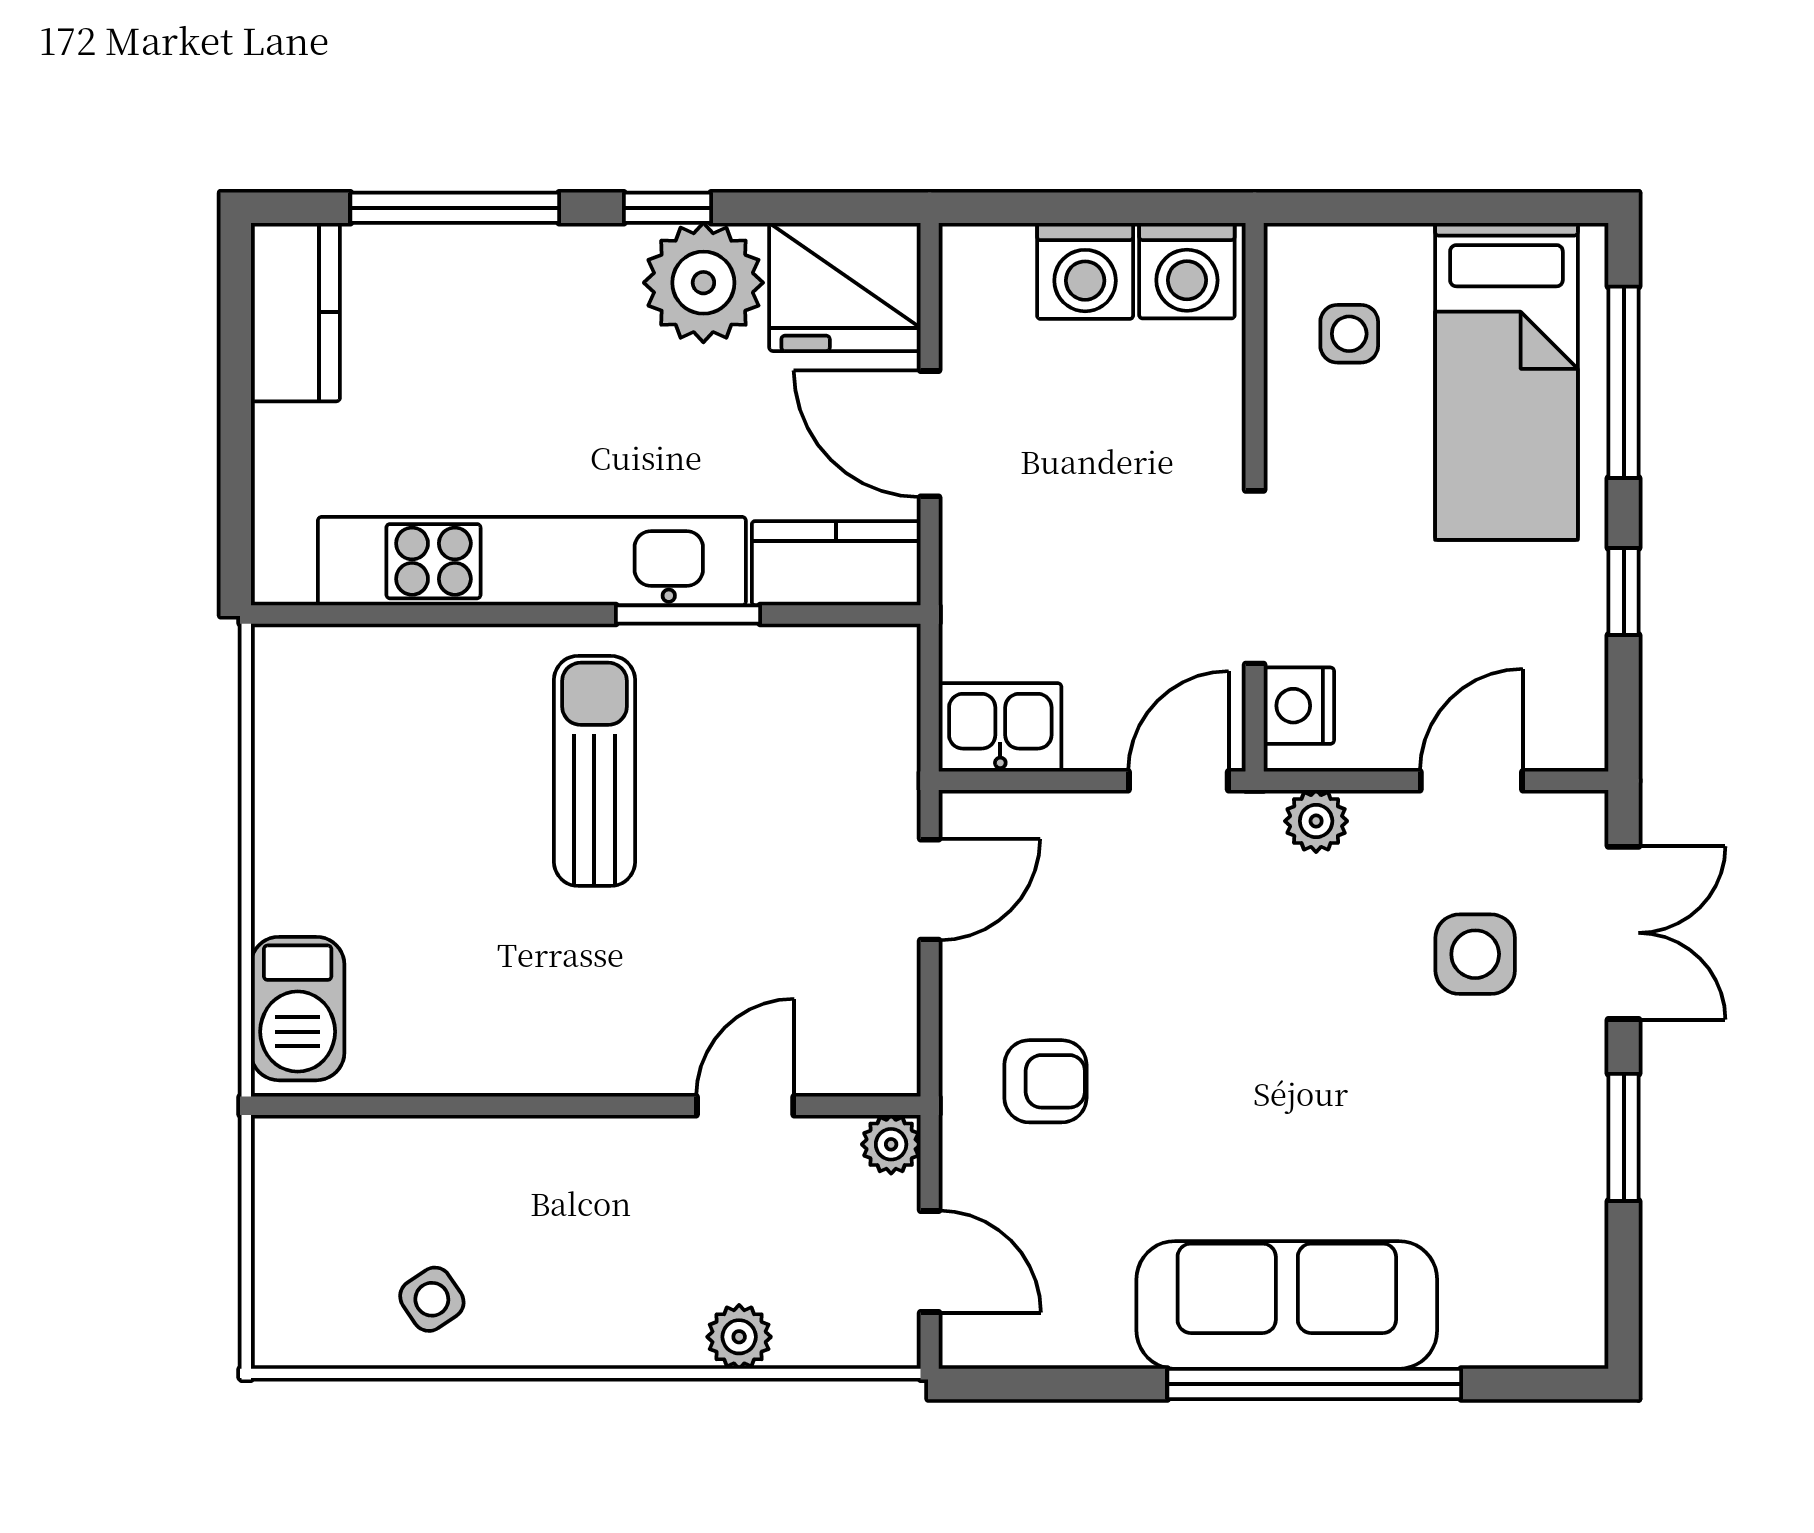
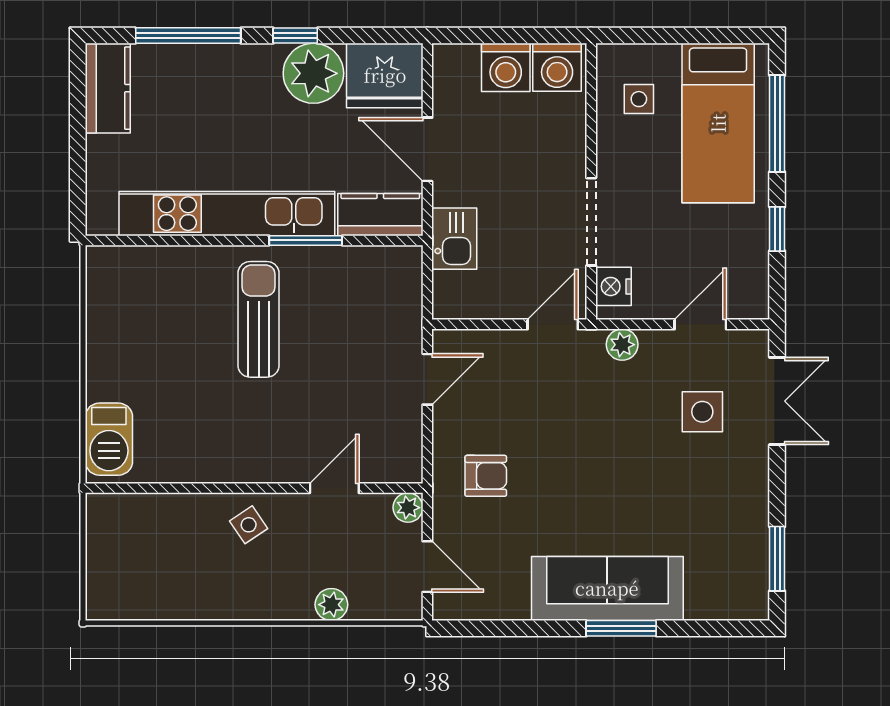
kitchen sink: (1000, 727) -> (454, 239), moved, turned 90
window: (1624, 1137) -> (777, 559), moved
side table: (432, 1299) -> (249, 525), moved
window: (1314, 1384) -> (621, 628), width x0.47

